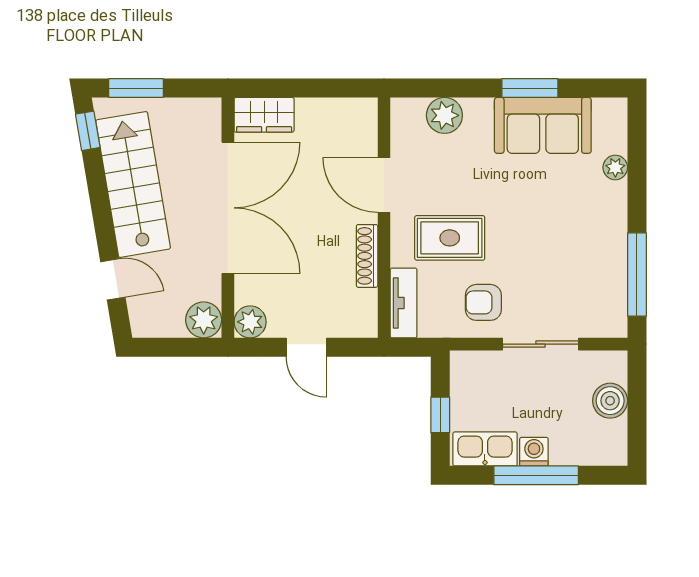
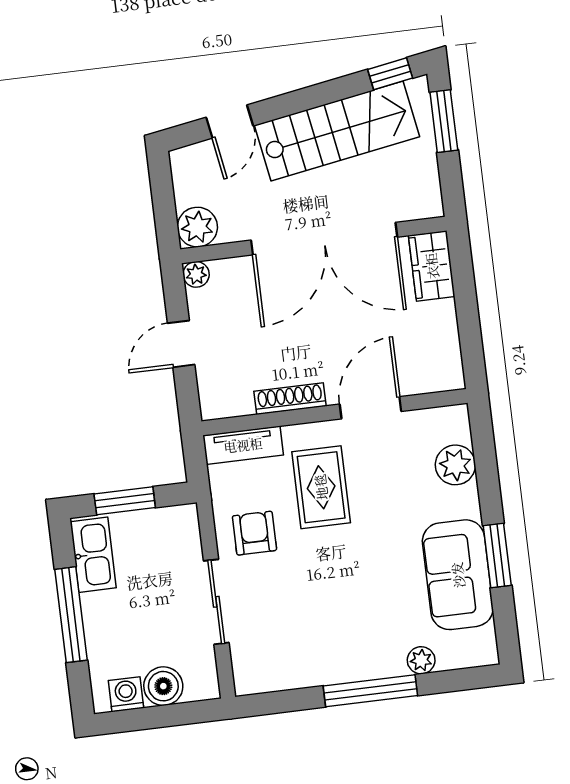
window: (637, 274) -> (370, 691), moved
plant: (250, 322) -> (196, 274), width x0.73, depth x0.73
window: (440, 415) -> (125, 501), width x1.50
washing machine: (534, 452) -> (126, 694), moved, turned -90

